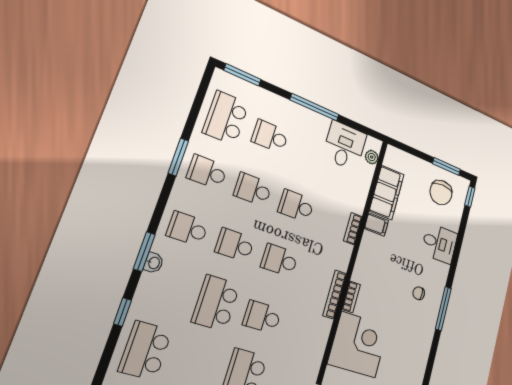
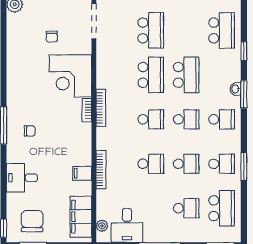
filing cabinet: (387, 193) -> (81, 217), moved
bookcase: (353, 229) -> (101, 170), width x1.56
school desk: (262, 317) -> (151, 75), width x1.85

